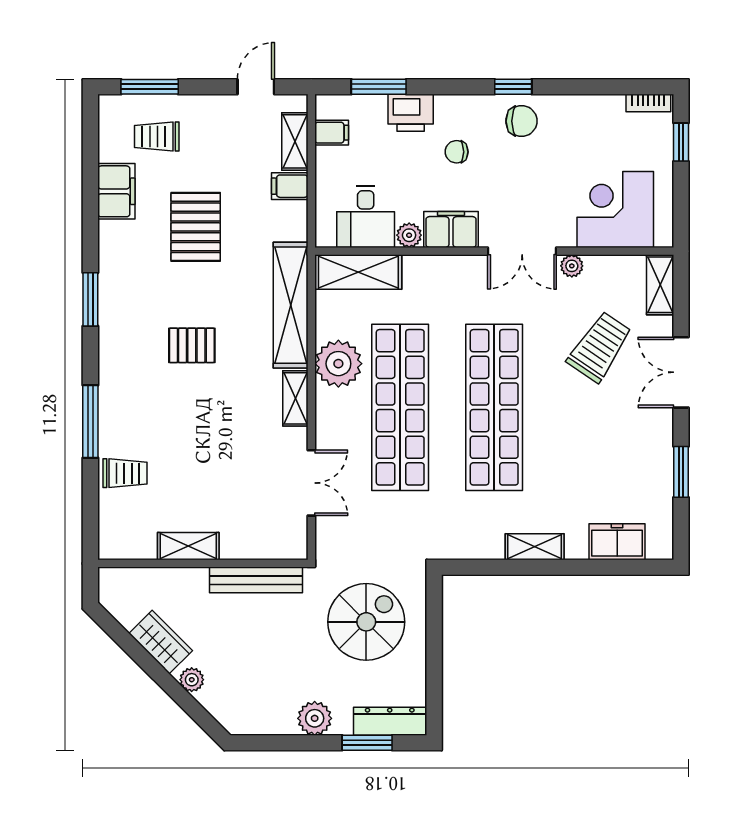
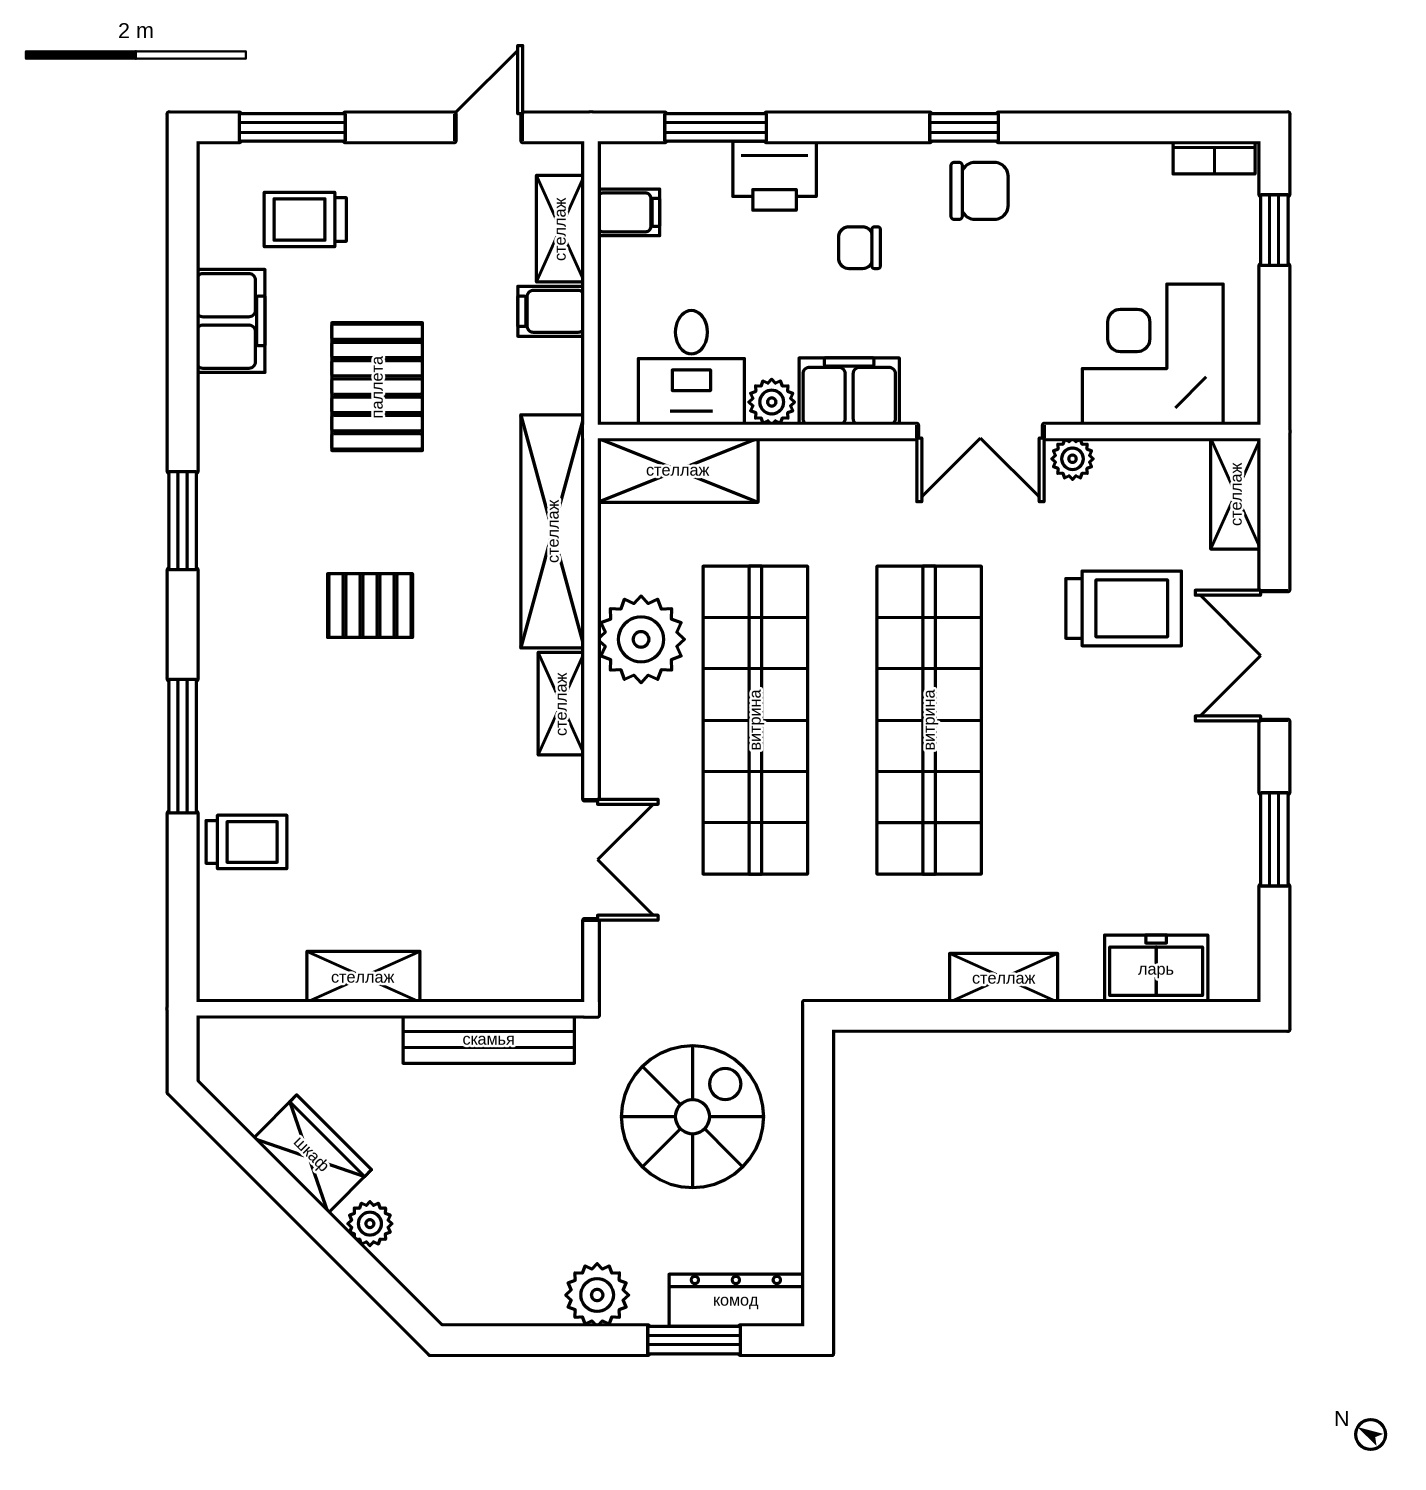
trolley: (599, 347) -> (1124, 608), turned 56

